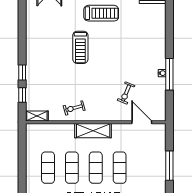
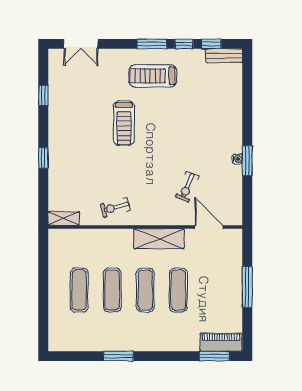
treadmill: (101, 13) -> (153, 76), turned 180
window: (169, 74) -> (247, 161), width x0.69
window: (22, 95) -> (43, 95), moved
shelving: (93, 131) -> (159, 239), moved

